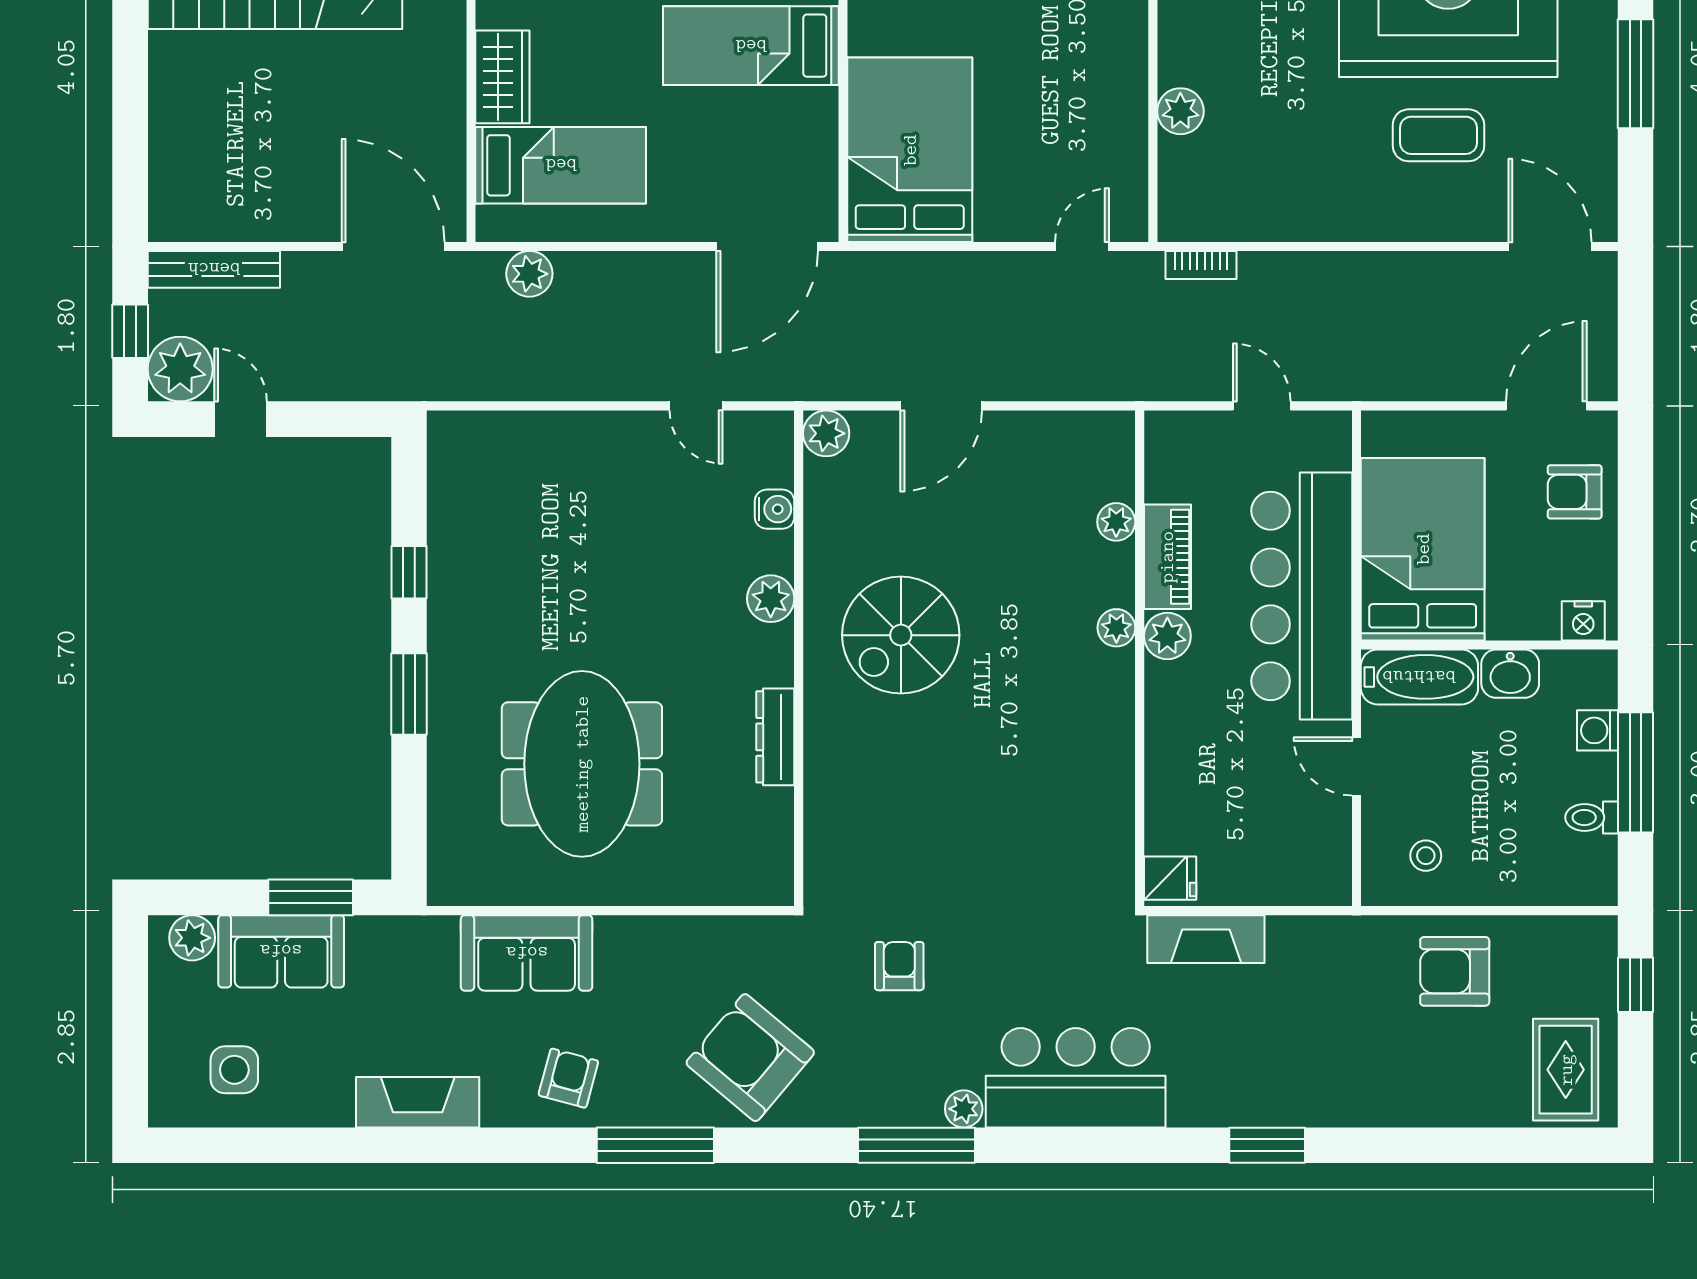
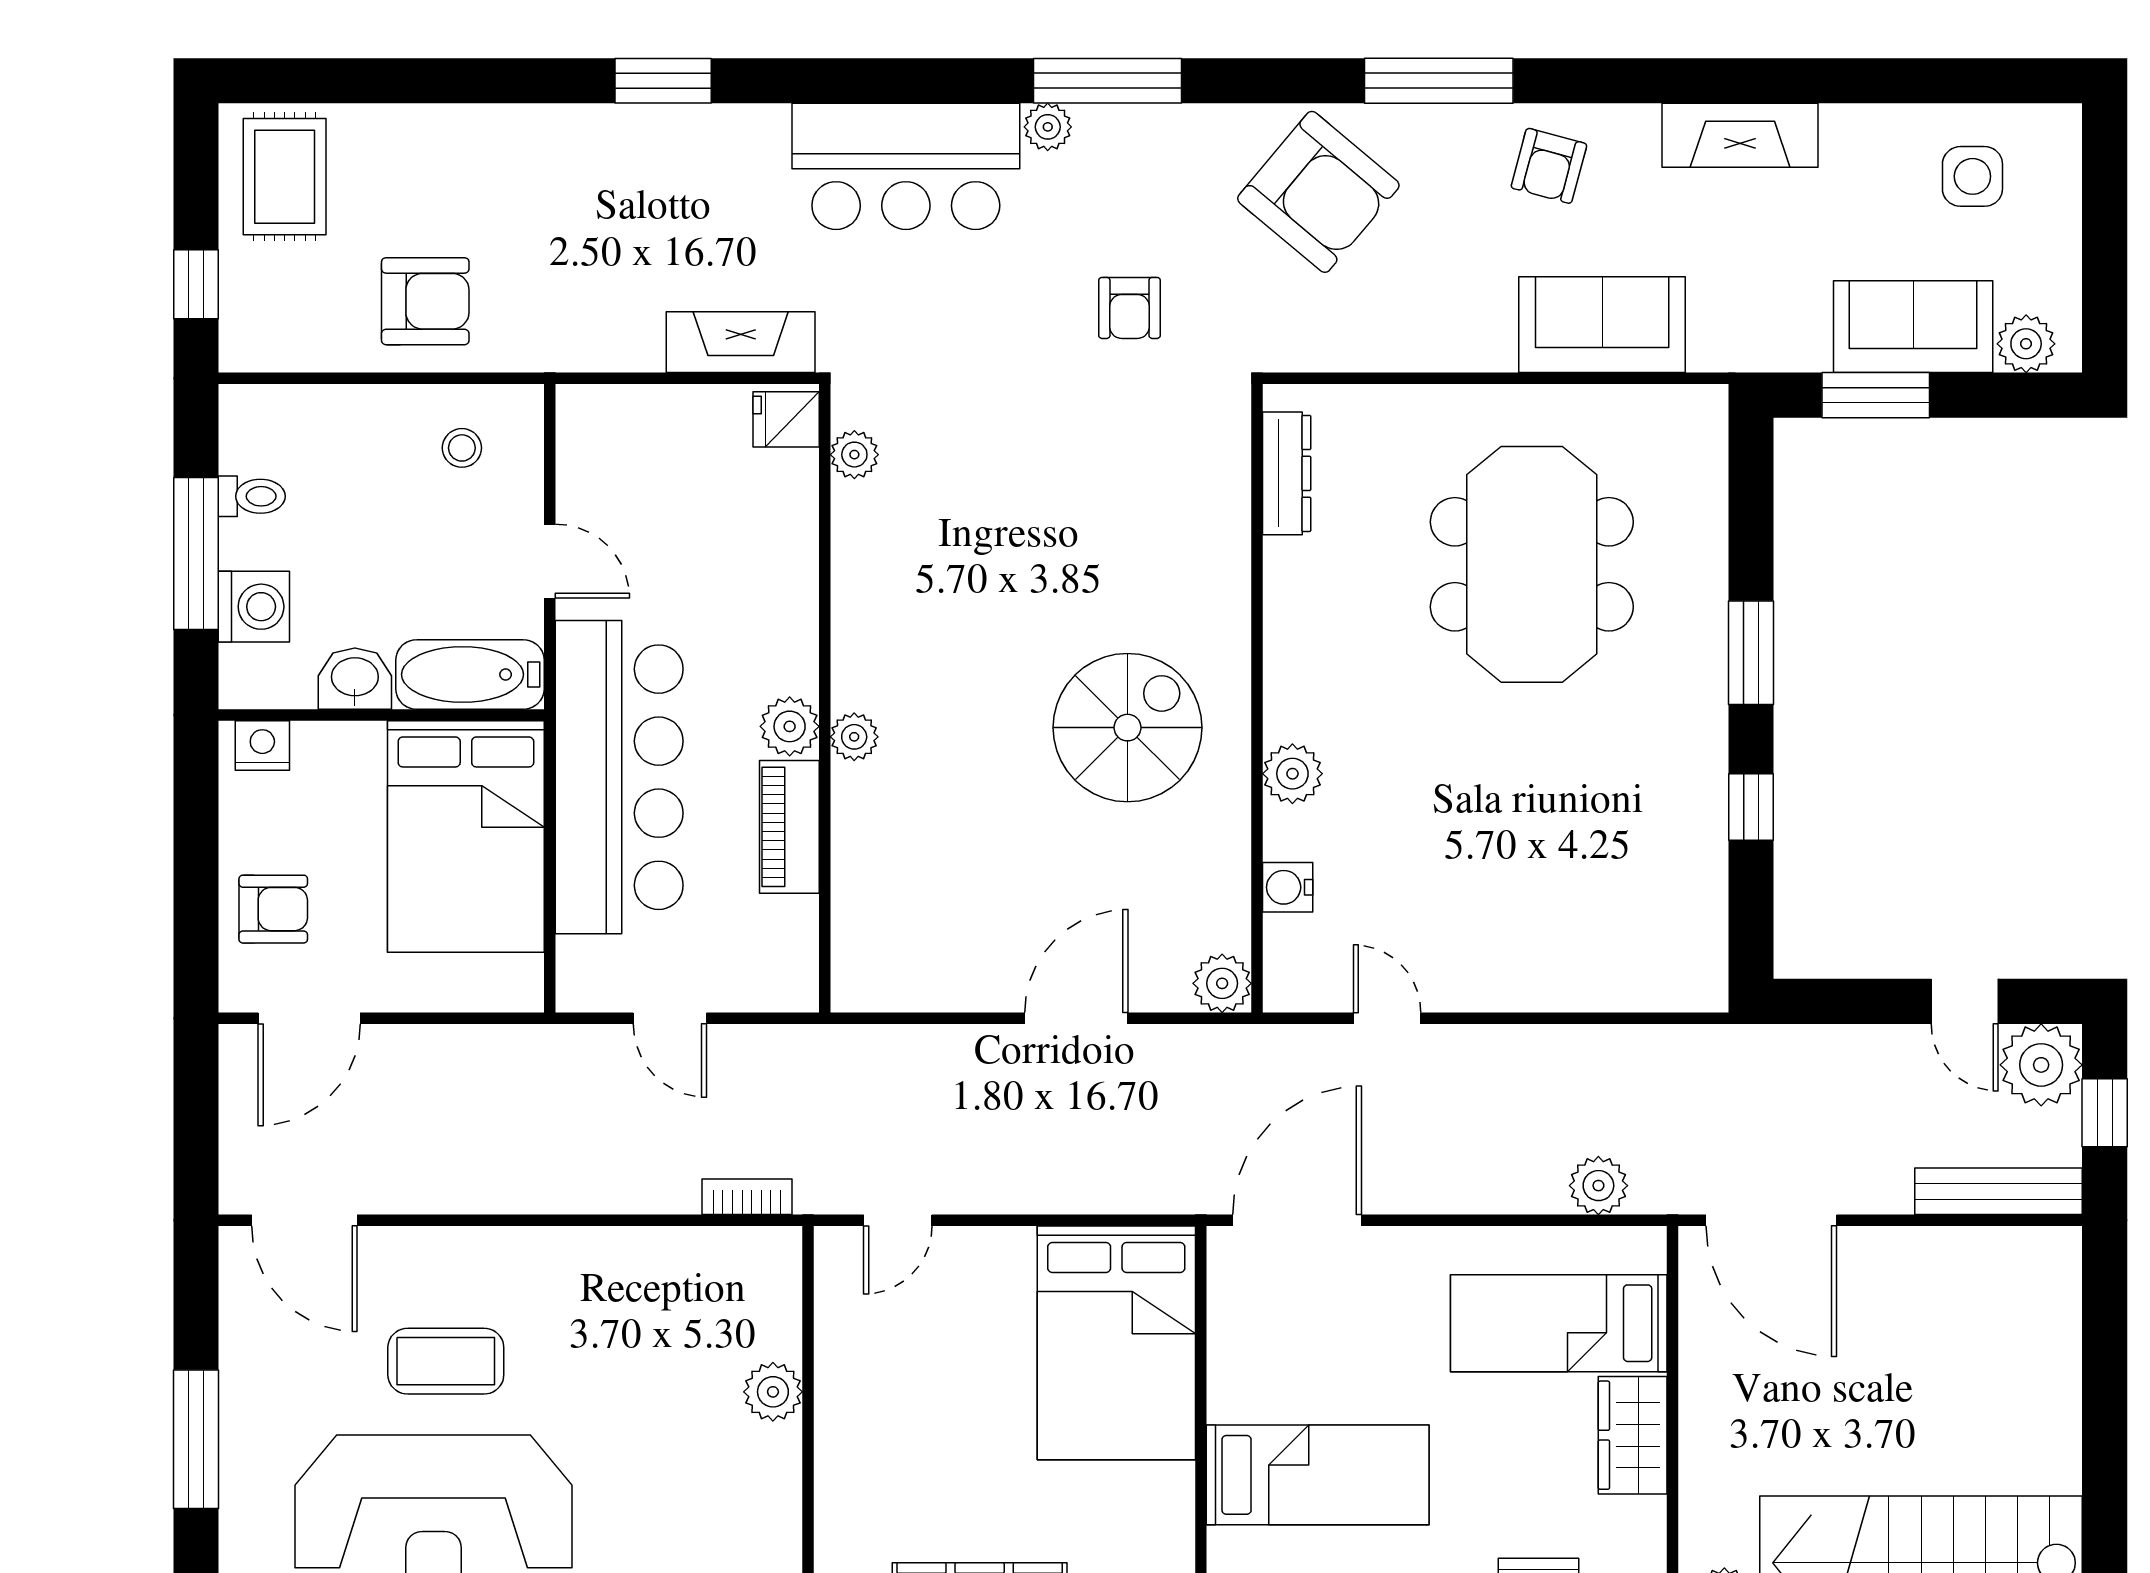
plant: (1116, 522) -> (854, 455), moved
washing machine: (1597, 730) -> (254, 607), width x1.38, depth x1.38
dresser: (775, 737) -> (1287, 473), moved

